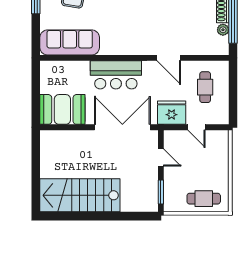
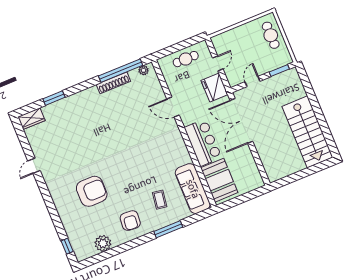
plant: (223, 30) -> (143, 70), moved
door: (169, 58) -> (173, 107), swing flipped
cafe table: (205, 87) -> (186, 59), moved
booth: (62, 109) -> (219, 180), moved

